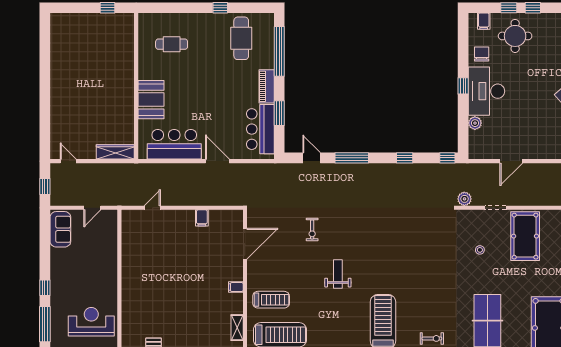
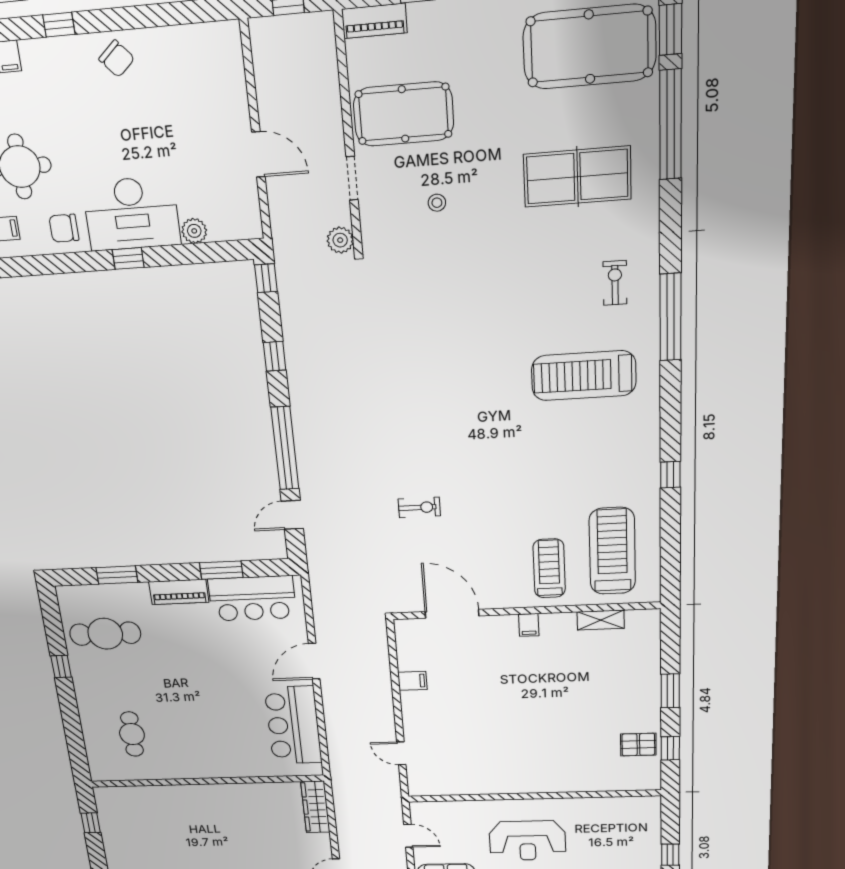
window: (279, 51) -> (117, 575), width x0.47
booth: (151, 100) -> (225, 760), removed
window: (352, 158) -> (285, 448), width x1.46
weight bench: (338, 274) -> (498, 460), removed
reception desk: (91, 322) -> (527, 841), moved, turned -90

